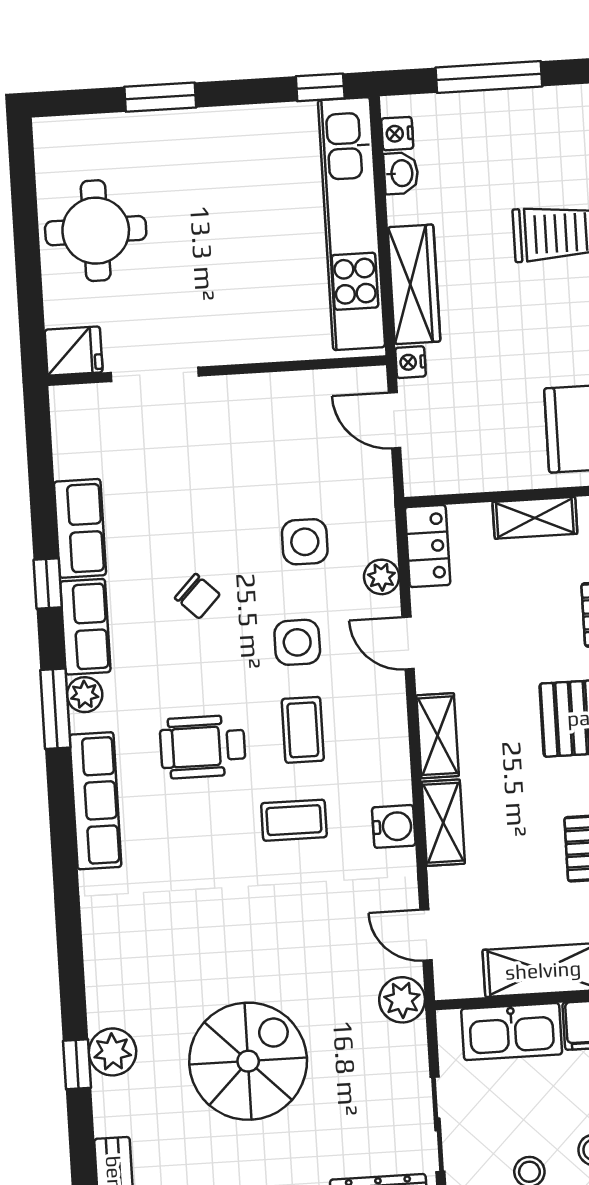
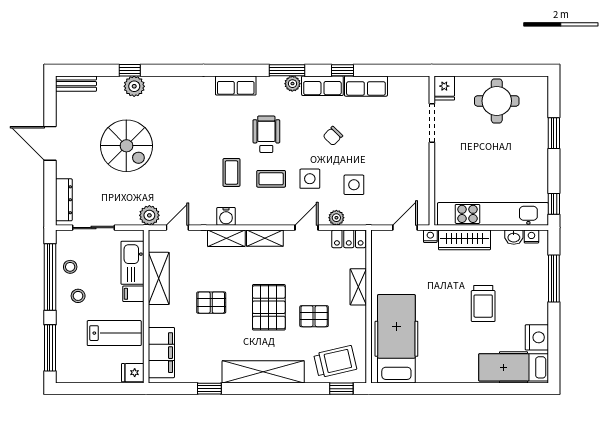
row of seats: (95, 801) -> (236, 86), width x0.68

